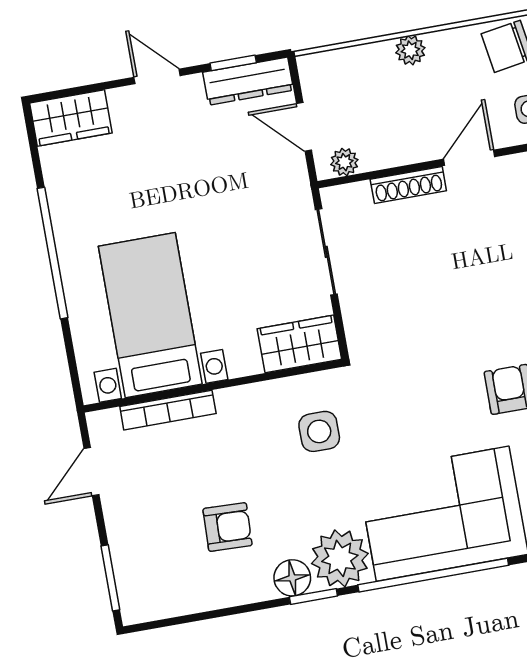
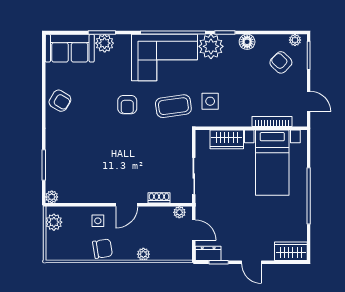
dresser: (248, 81) -> (208, 253), width x0.70
shoe rack: (408, 185) -> (159, 198), width x0.70
wardrobe: (299, 344) -> (227, 139), moved
coffee table: (402, 405) -> (173, 106), added
door: (91, 472) -> (309, 101), hinge flipped
armchair: (228, 527) -> (281, 62), moved, turned 42
floor lamp: (292, 578) -> (247, 42), moved
plant: (148, 608) -> (295, 40), added

